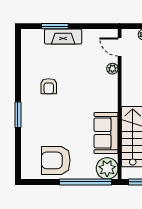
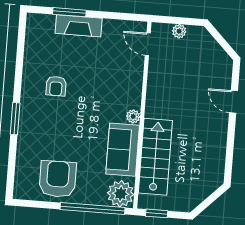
plant: (112, 69) -> (133, 116), moved
armchair: (56, 160) -> (58, 179), turned 90

